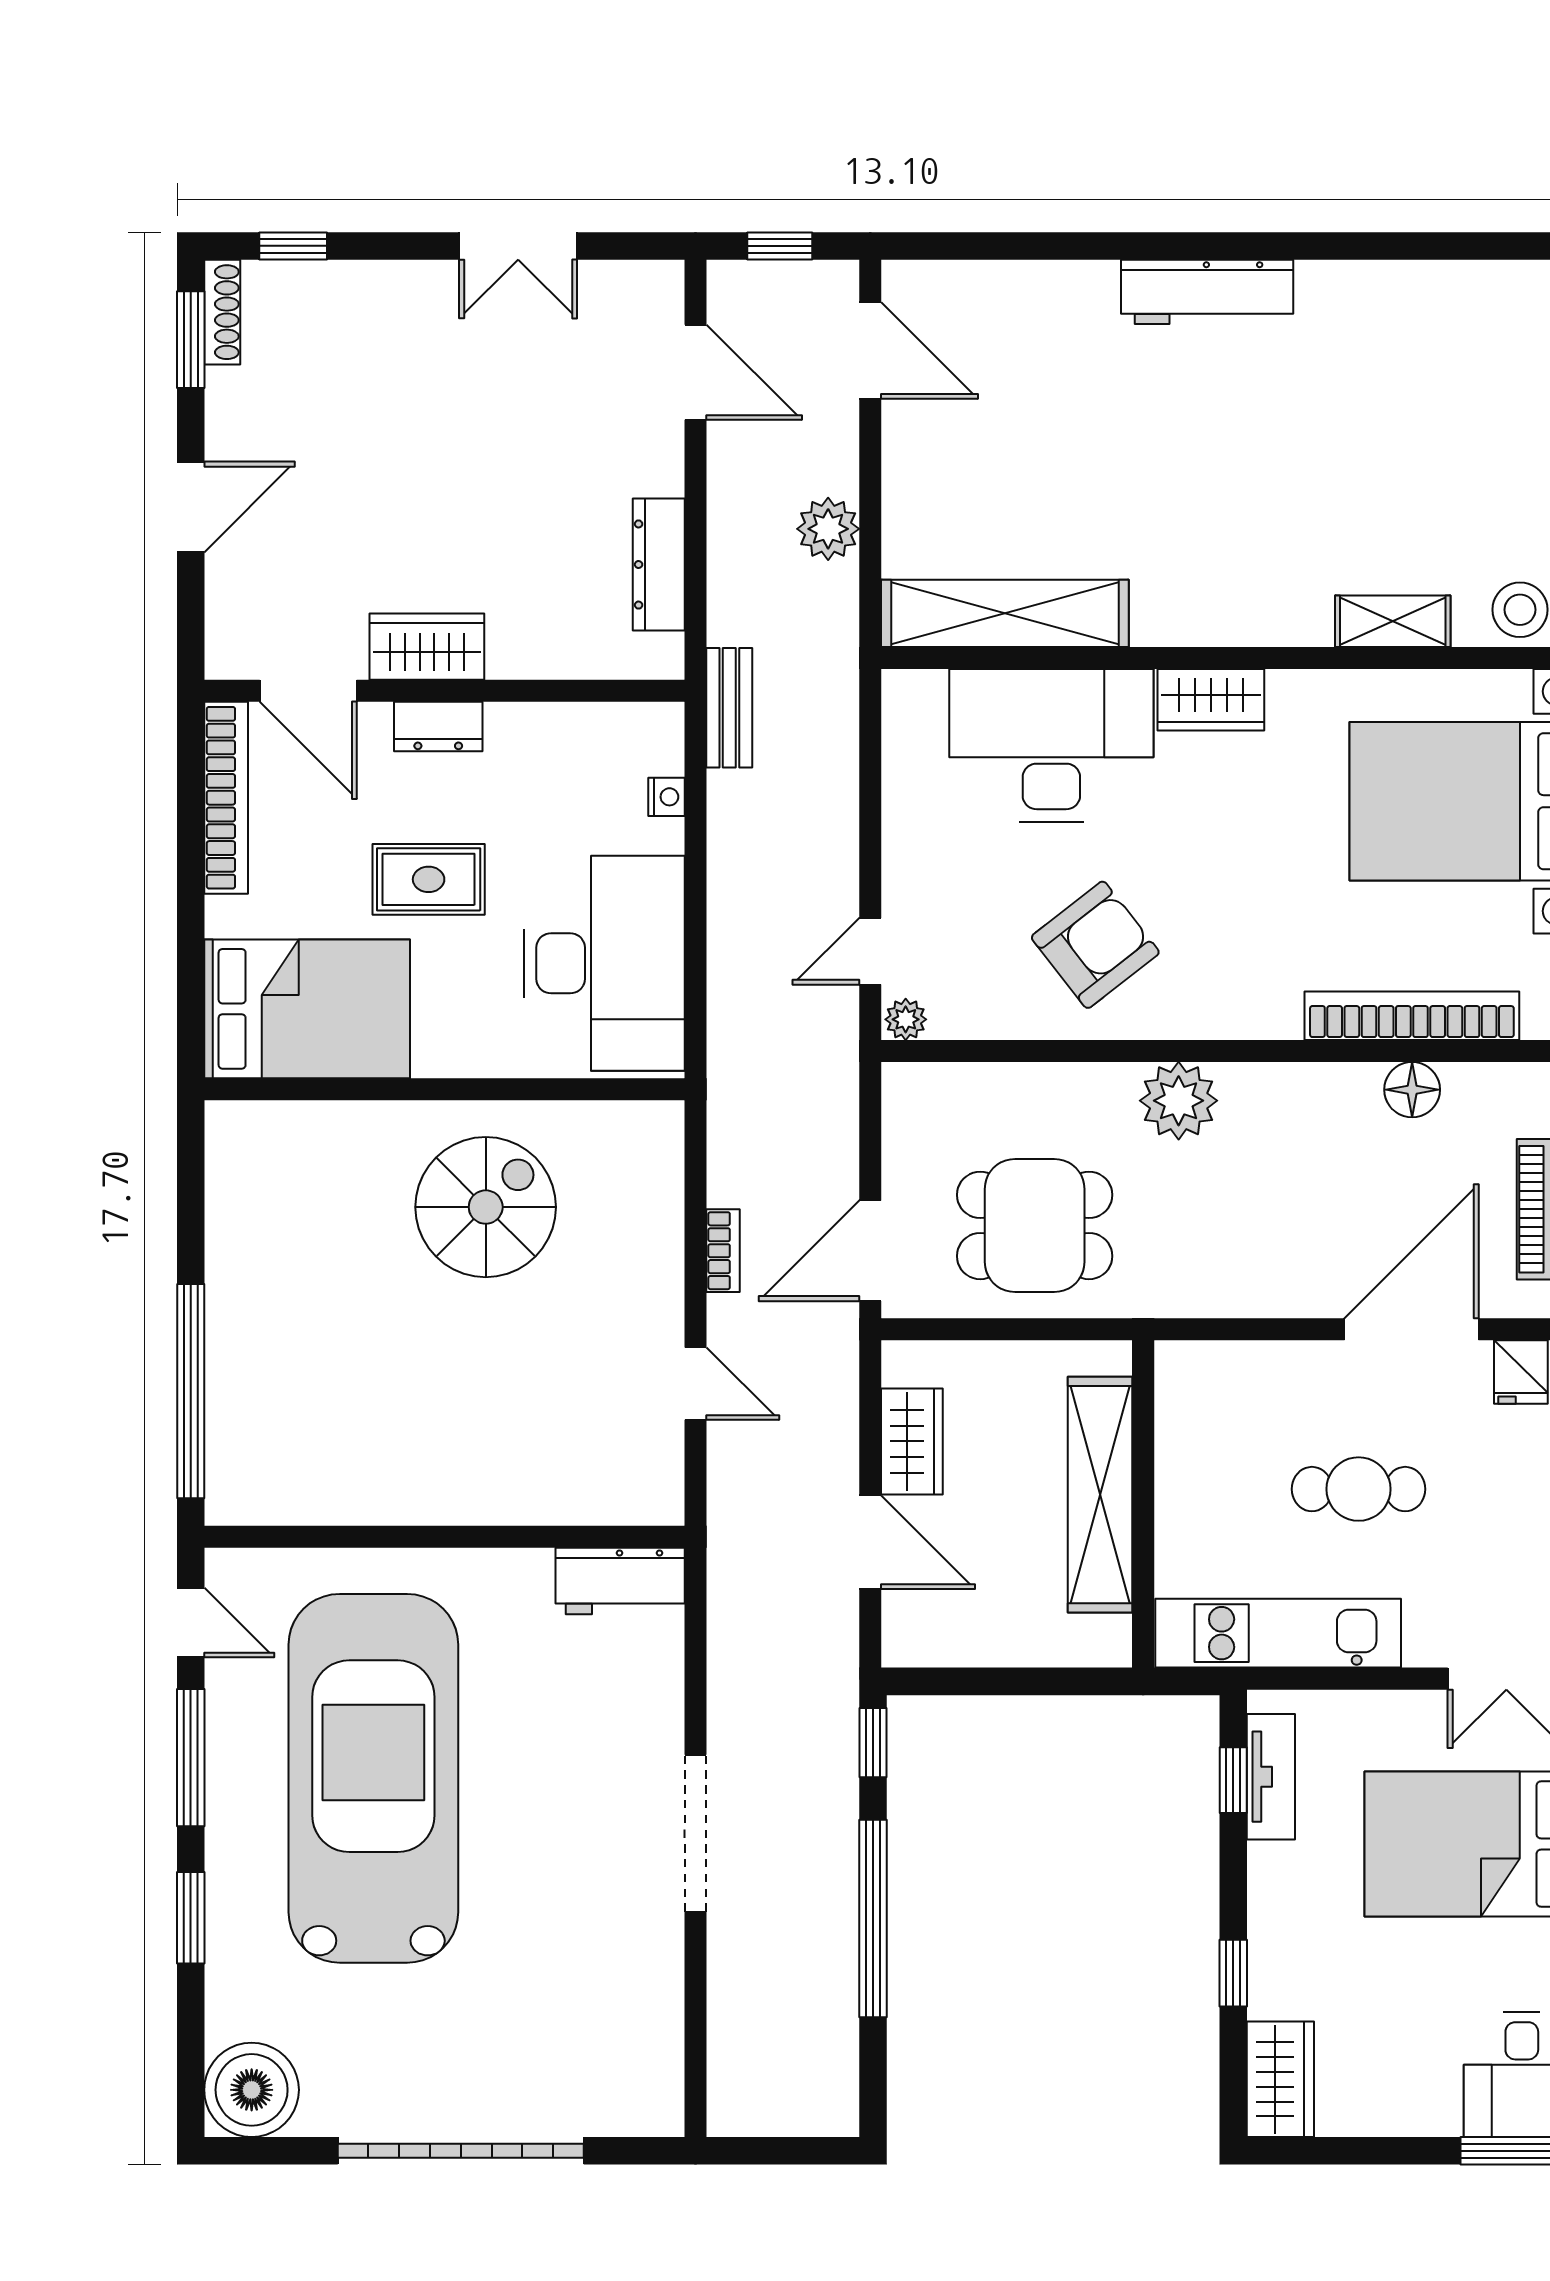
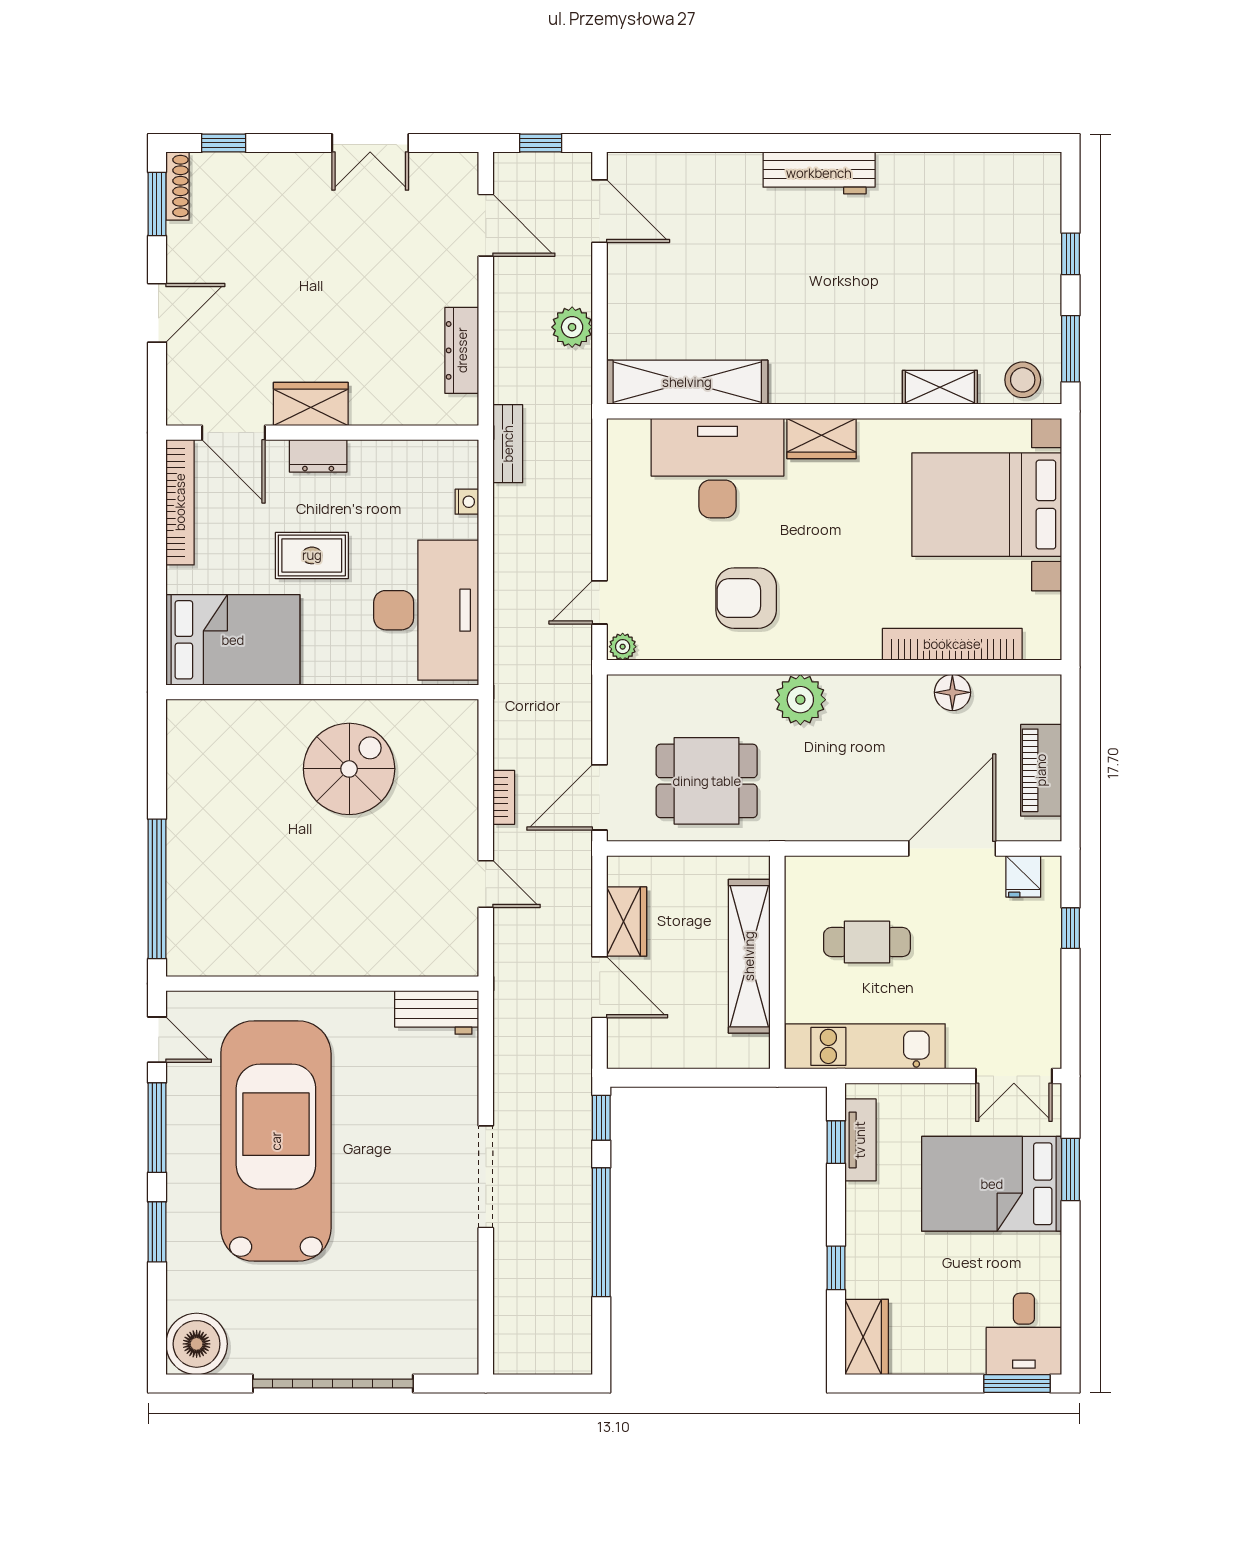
armchair: (1095, 945) -> (746, 598), turned -142
cafe table: (1359, 1489) -> (867, 942), moved

